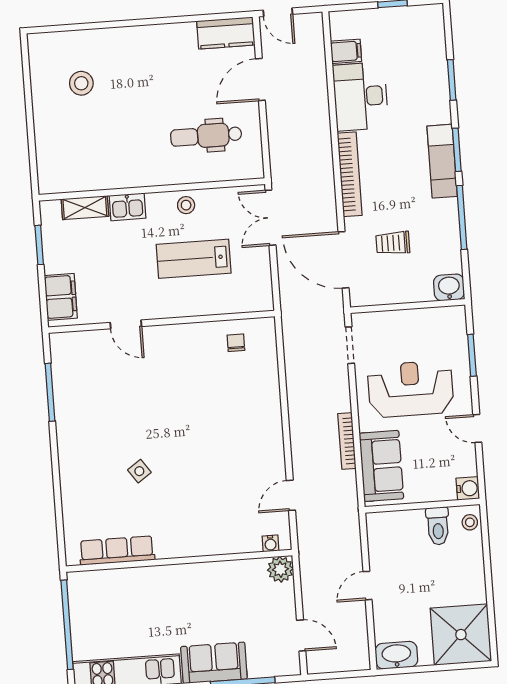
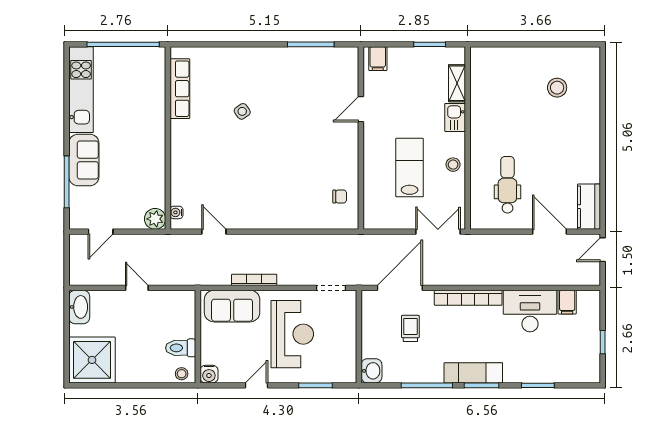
filing cabinet: (61, 297) -> (378, 59), width x0.50

